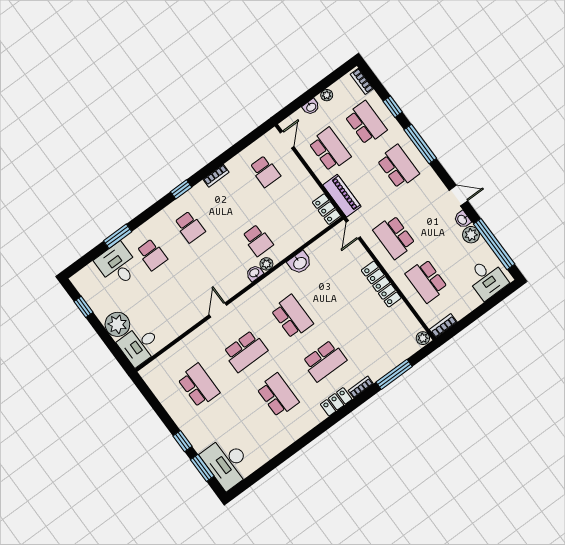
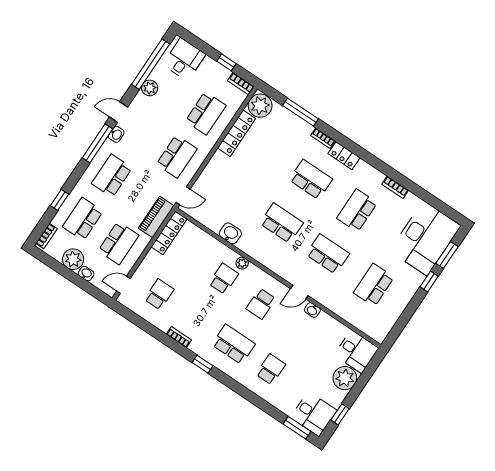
plant: (327, 95) -> (73, 259), width x1.87, depth x1.87
window: (420, 144) -> (97, 143), moved
school desk: (330, 150) -> (118, 243), turned 180
door: (458, 196) -> (118, 112), hinge flipped
locker: (326, 209) -> (169, 233), width x1.53
washbasin: (462, 220) -> (116, 134), moved
school desk: (190, 227) -> (234, 344), width x1.85
window: (118, 236) -> (297, 428), moved
desk: (117, 265) -> (314, 414), moved, turned -90
school desk: (220, 268) -> (261, 304), added
washbasin: (254, 273) -> (312, 310), moved
locker: (381, 284) -> (237, 133), moved
school desk: (292, 317) -> (282, 223), turned 90
window: (469, 319) -> (226, 62), added
plant: (423, 338) -> (260, 106), width x1.88, depth x1.88
bookcase: (287, 441) -> (395, 187), added
desk: (227, 463) -> (425, 238), width x1.36, depth x1.30

